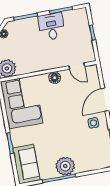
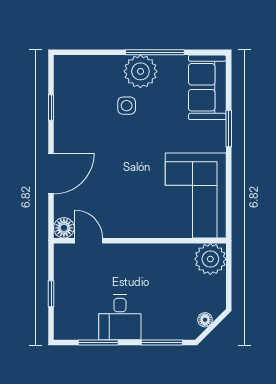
floor lamp: (55, 78) -> (64, 228), moved
side table: (93, 123) -> (127, 106), moved

